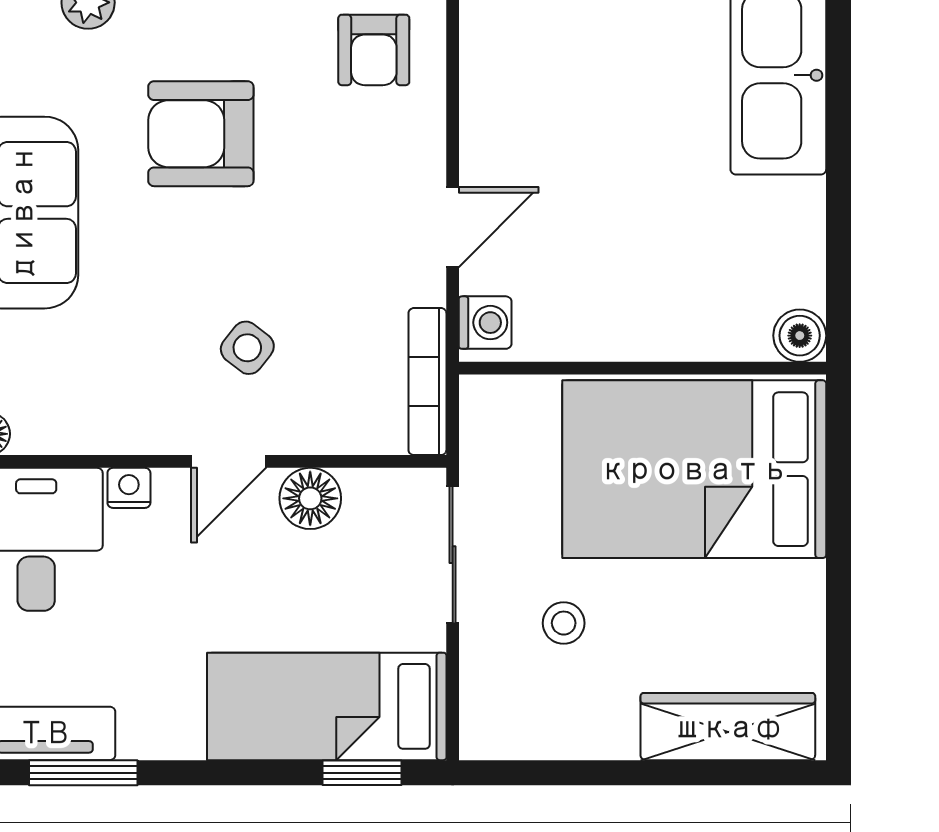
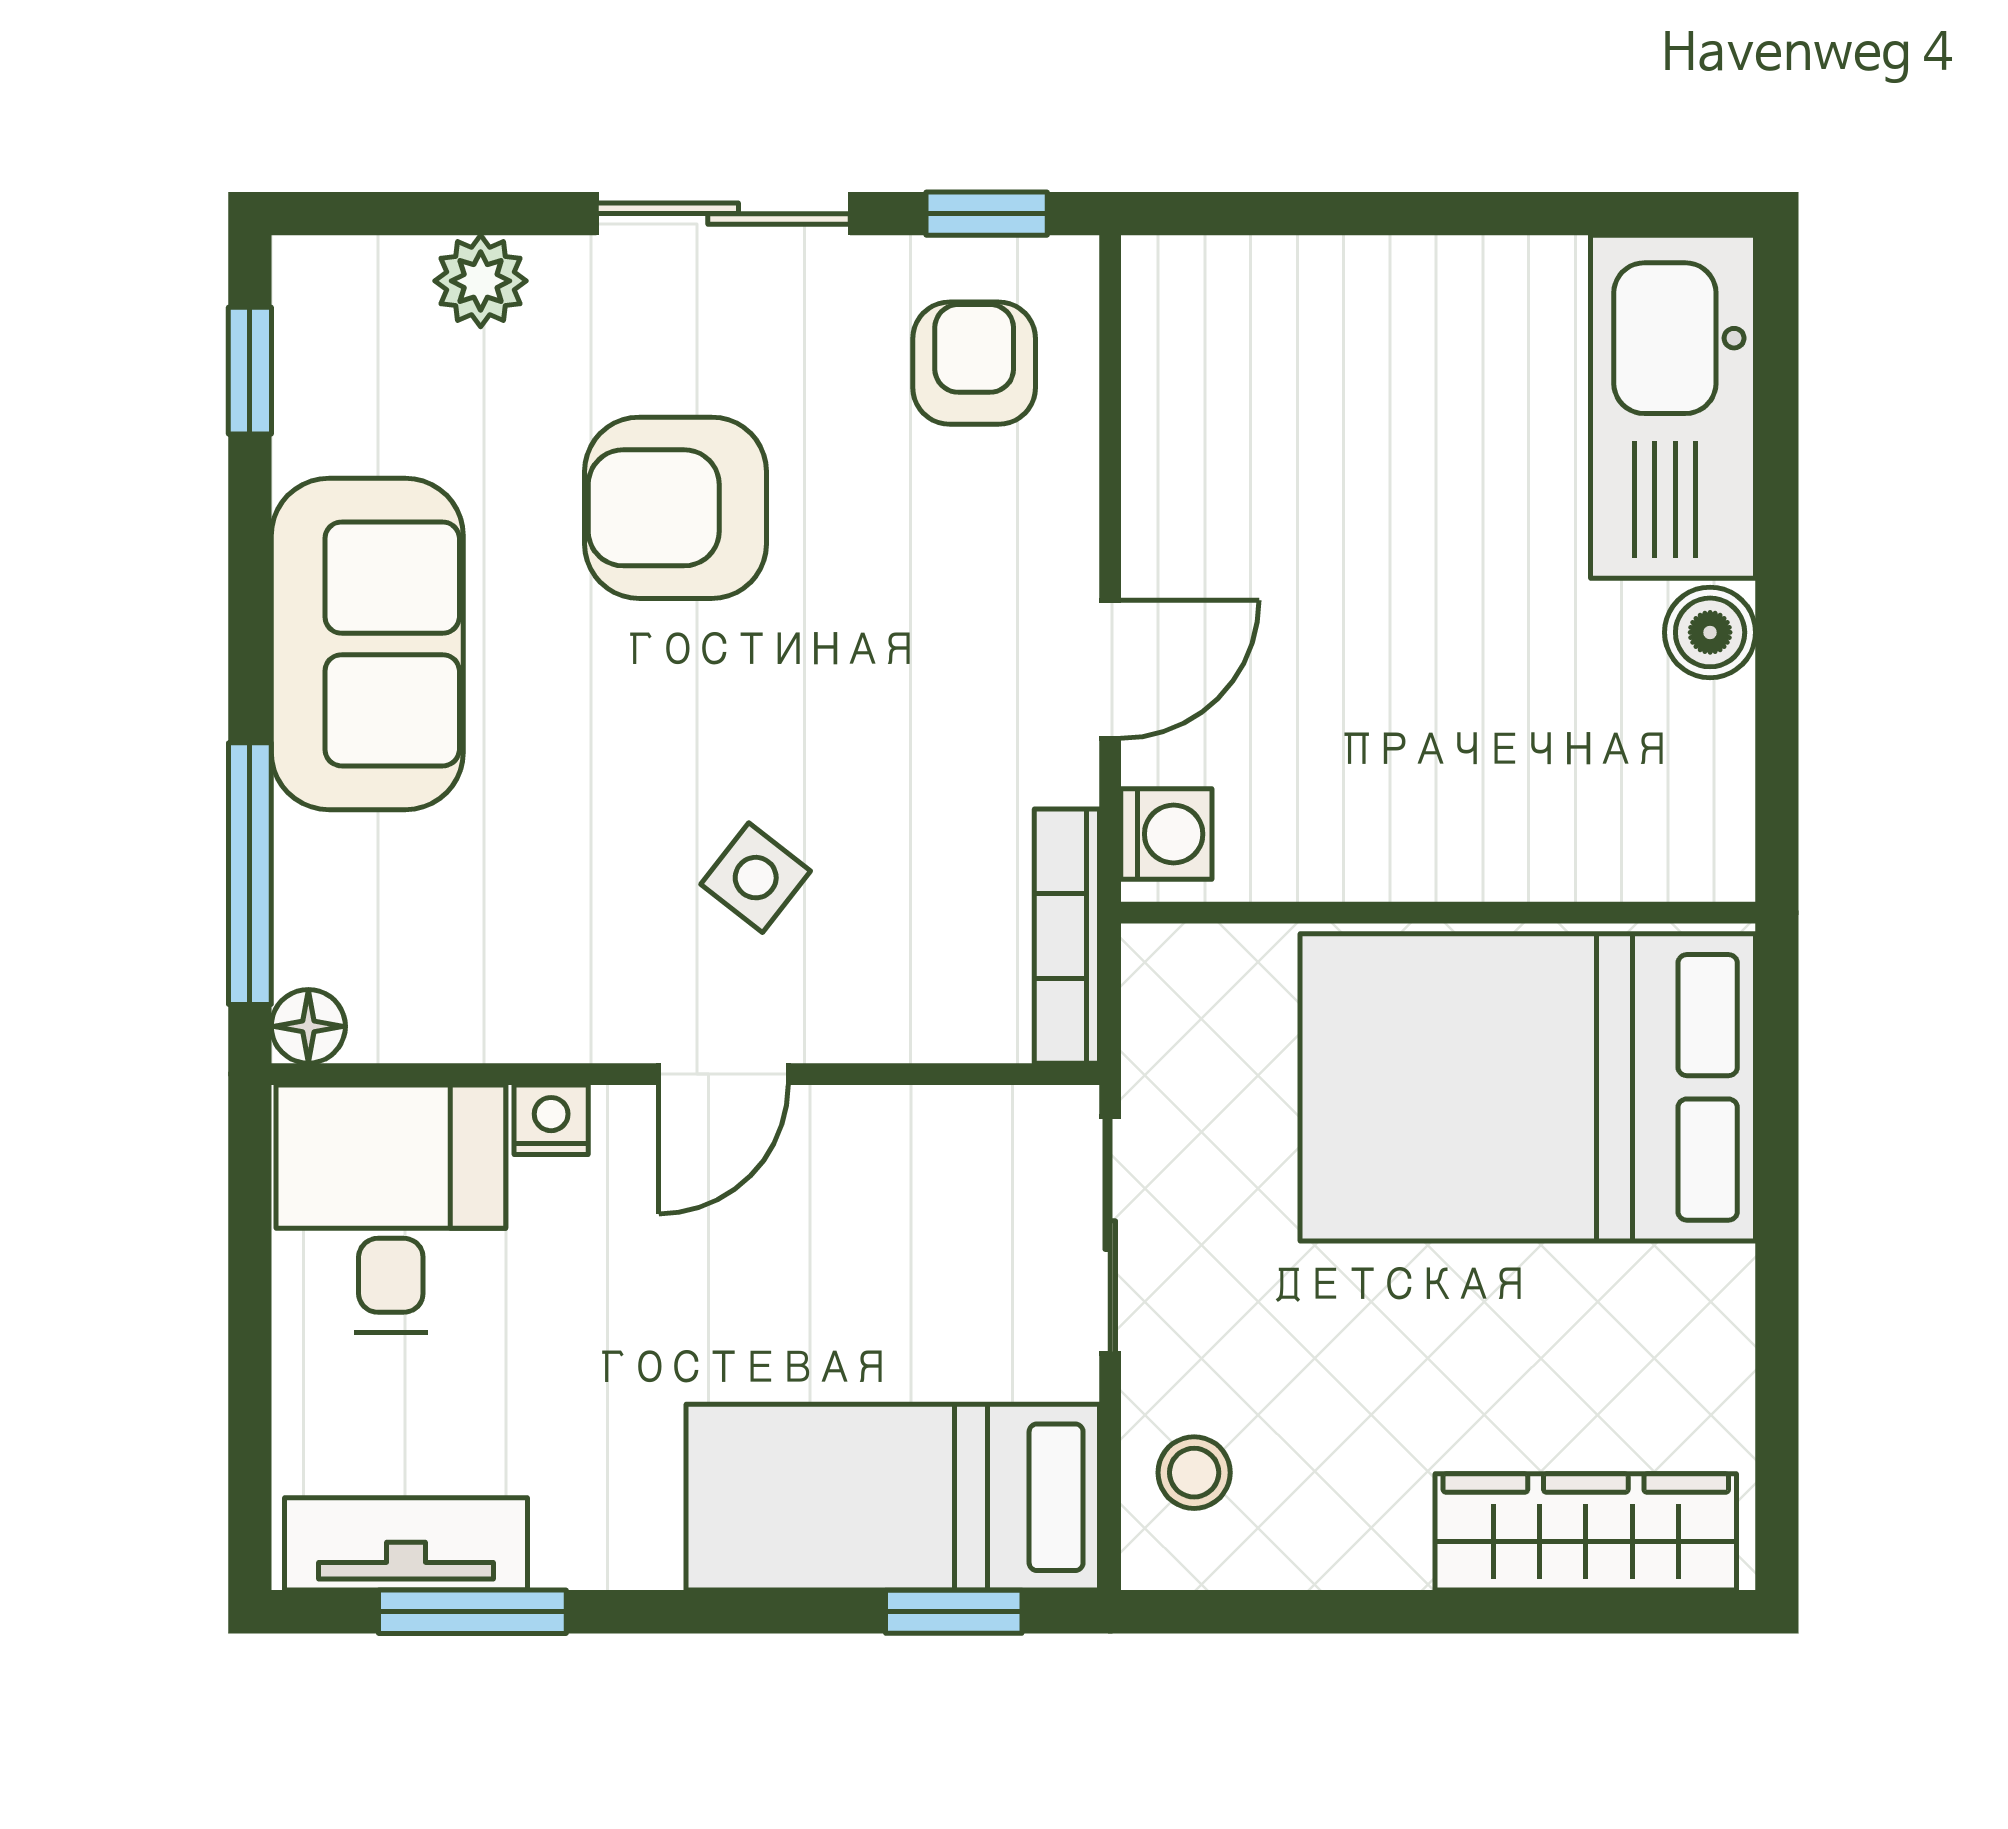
armchair: (374, 50) -> (974, 363), turned 180
boiler: (800, 336) -> (1710, 632), moved
floor lamp: (310, 498) -> (864, 1138), removed
stool: (564, 623) -> (1194, 1473), moved

